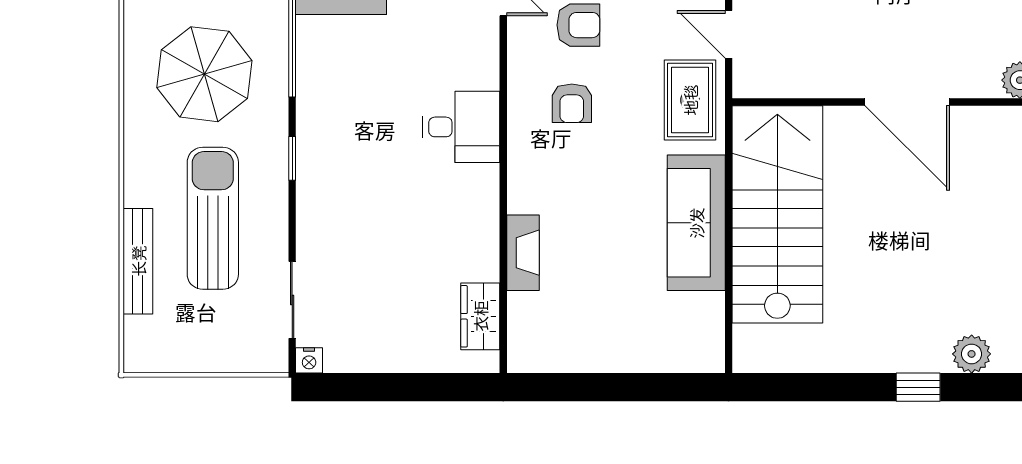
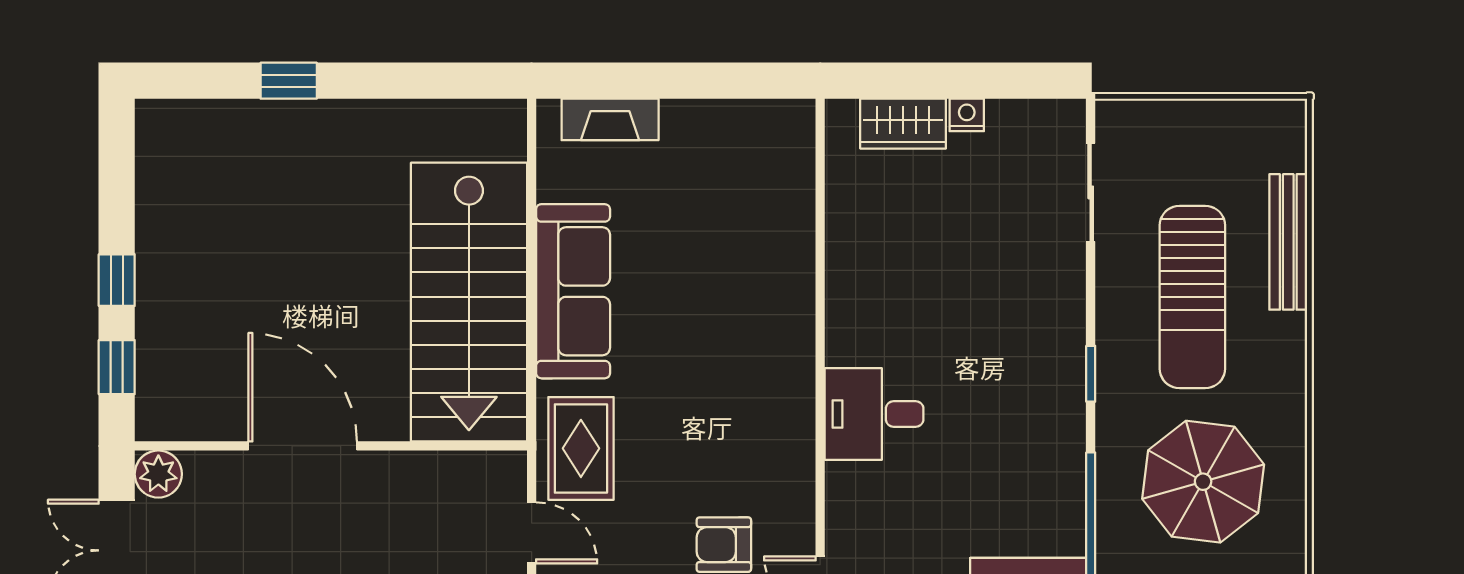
armchair: (572, 103) -> (732, 444), removed
fireplace: (523, 253) -> (610, 119), moved, turned -90
wardrobe: (480, 316) -> (903, 124), moved, turned 90
plant: (972, 354) -> (220, 123), removed
nightstand: (309, 360) -> (967, 115), moved

